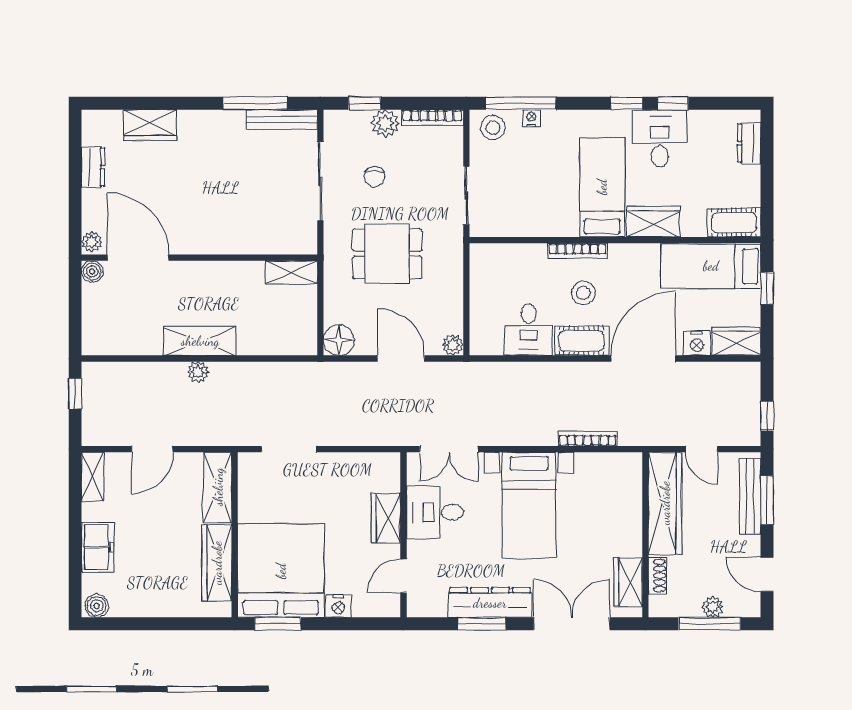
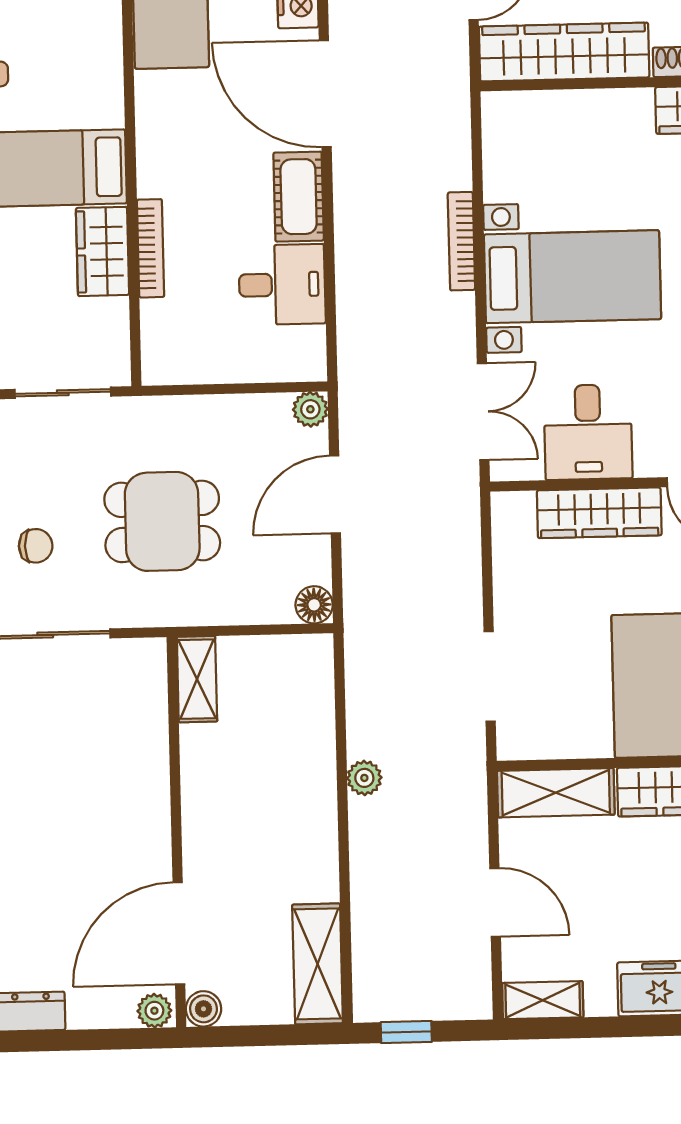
wardrobe: (653, 222) -> (102, 251), moved
bookcase: (578, 251) -> (151, 248), moved
dining table: (387, 254) -> (162, 521), turned 90
stool: (583, 293) -> (219, 195), removed
floor lamp: (339, 340) -> (314, 605), width x0.73, depth x0.73
shelving: (200, 341) -> (318, 964), moved
plant: (198, 372) -> (364, 778), moved
bookcase: (588, 439) -> (461, 241), moved
wardrobe: (386, 518) -> (599, 513), width x1.50

